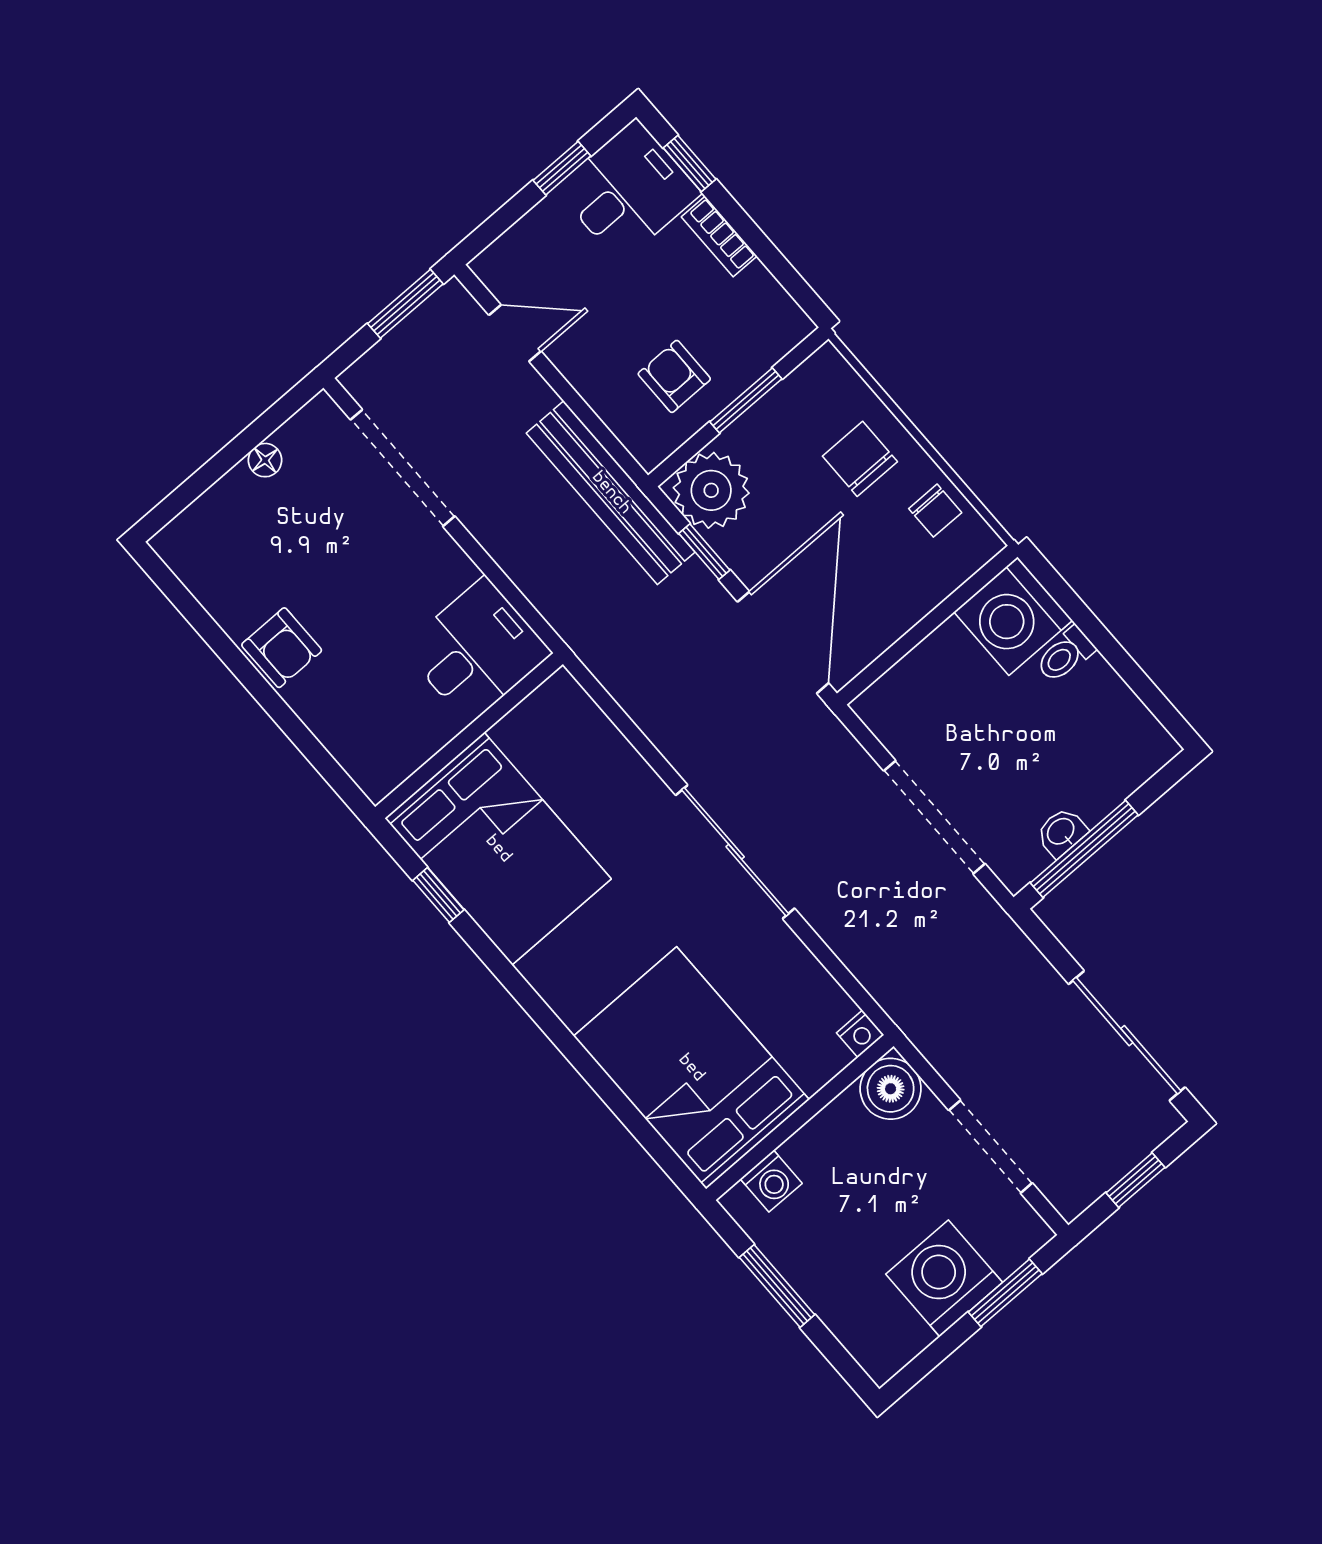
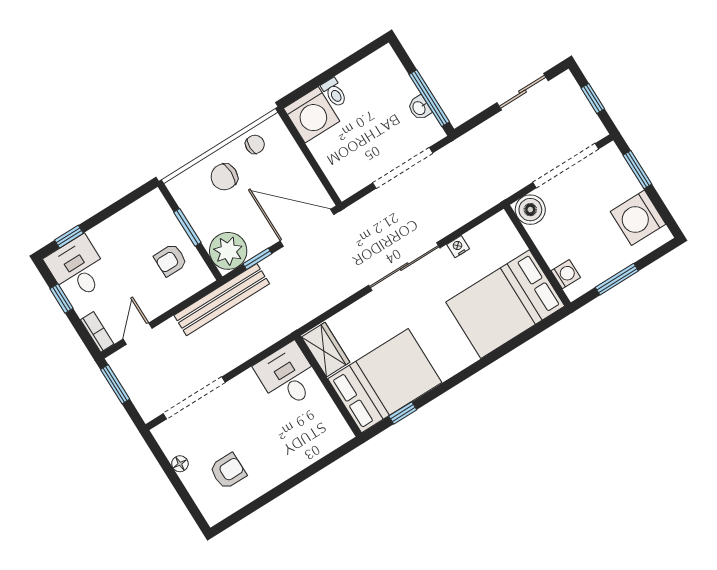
bookcase: (719, 237) -> (97, 332), moved, turned -90
armchair: (282, 648) -> (228, 471), moved
wardrobe: (542, 719) -> (326, 350), added
nightstand: (860, 1034) -> (458, 247), moved, turned -90
sliding door: (1127, 1036) -> (523, 92), width x0.73
doorway: (991, 1147) -> (566, 166), width x1.36
washing machine: (944, 1278) -> (638, 218), moved

